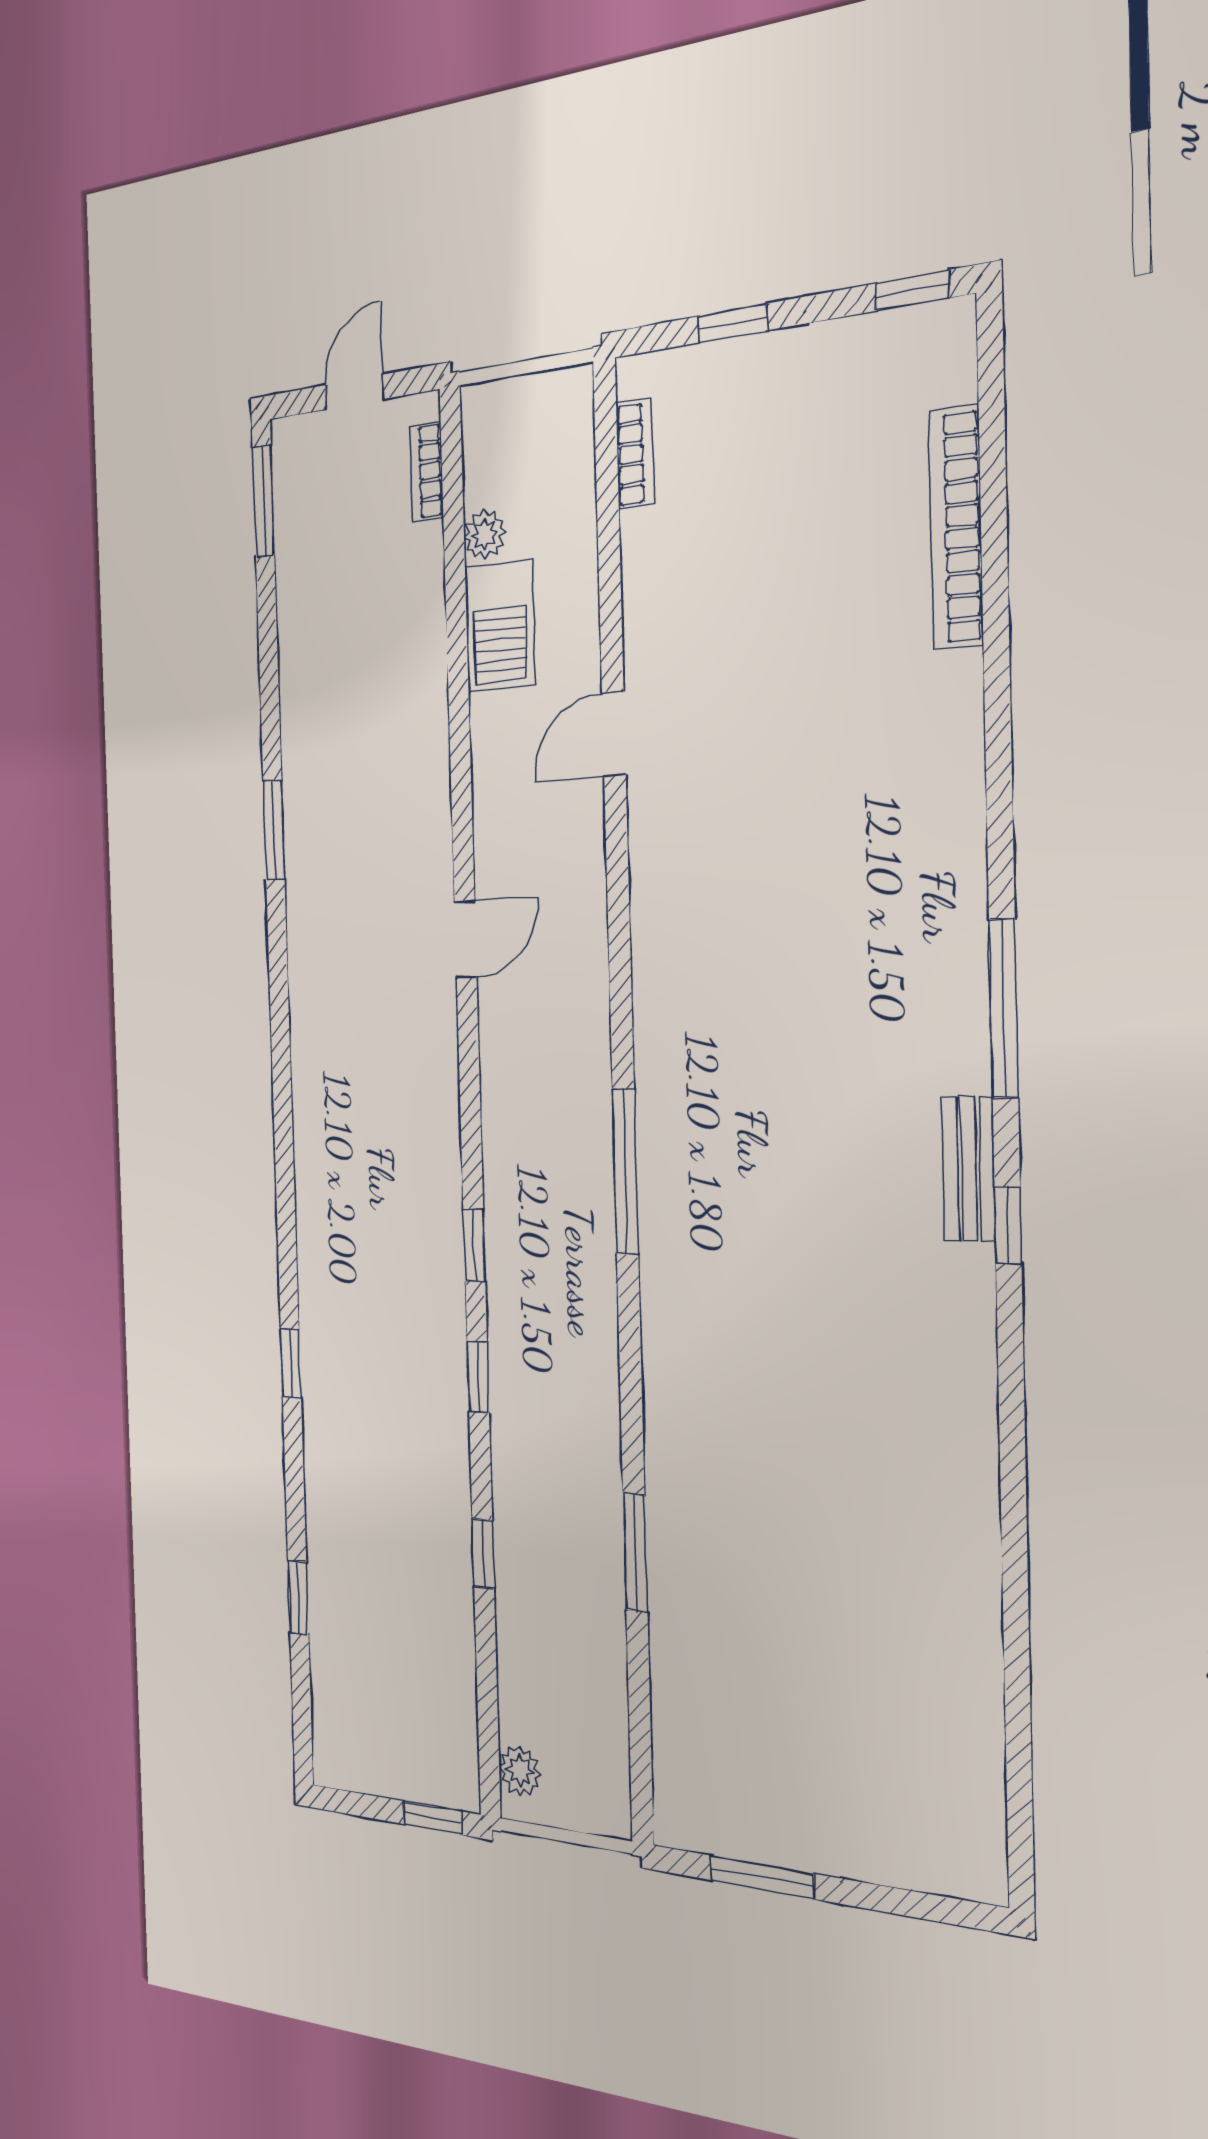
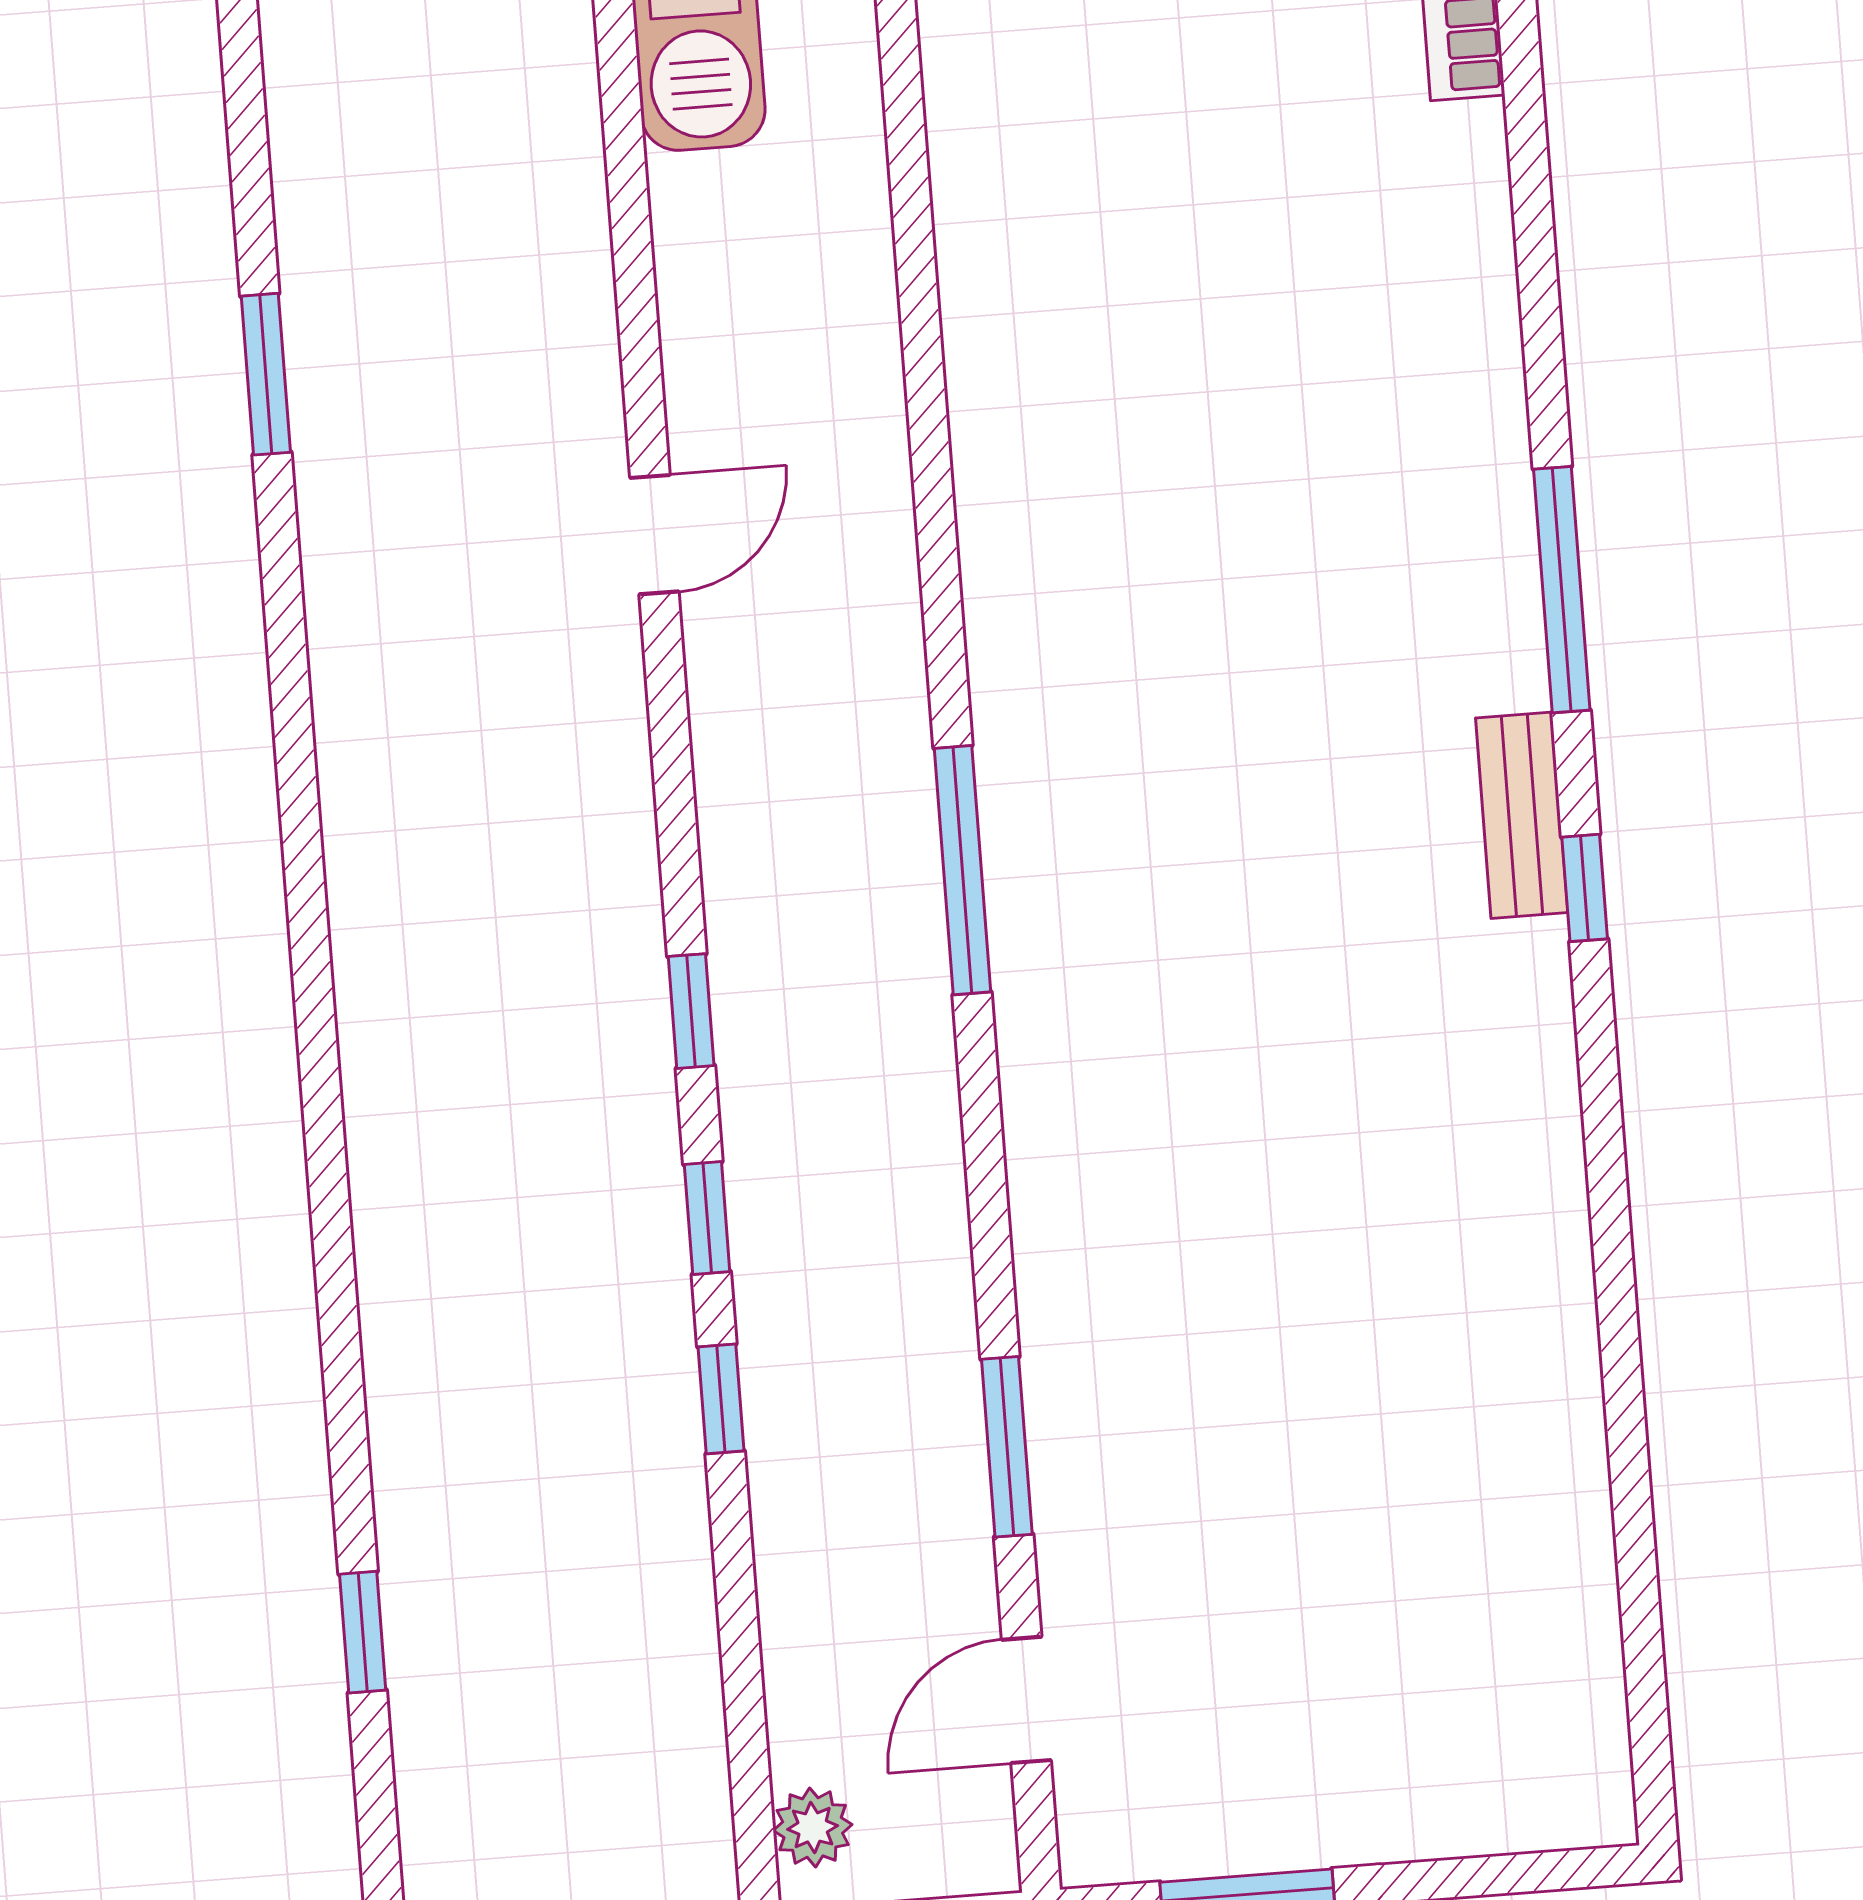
door: (614, 734) -> (1026, 1700), moved
window: (291, 1363) -> (333, 1245), removed
window: (483, 1553) -> (721, 1399), moved

